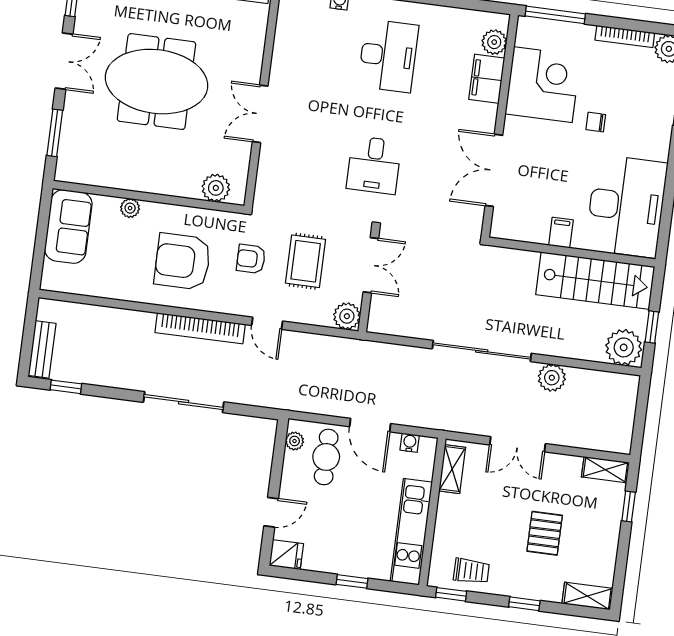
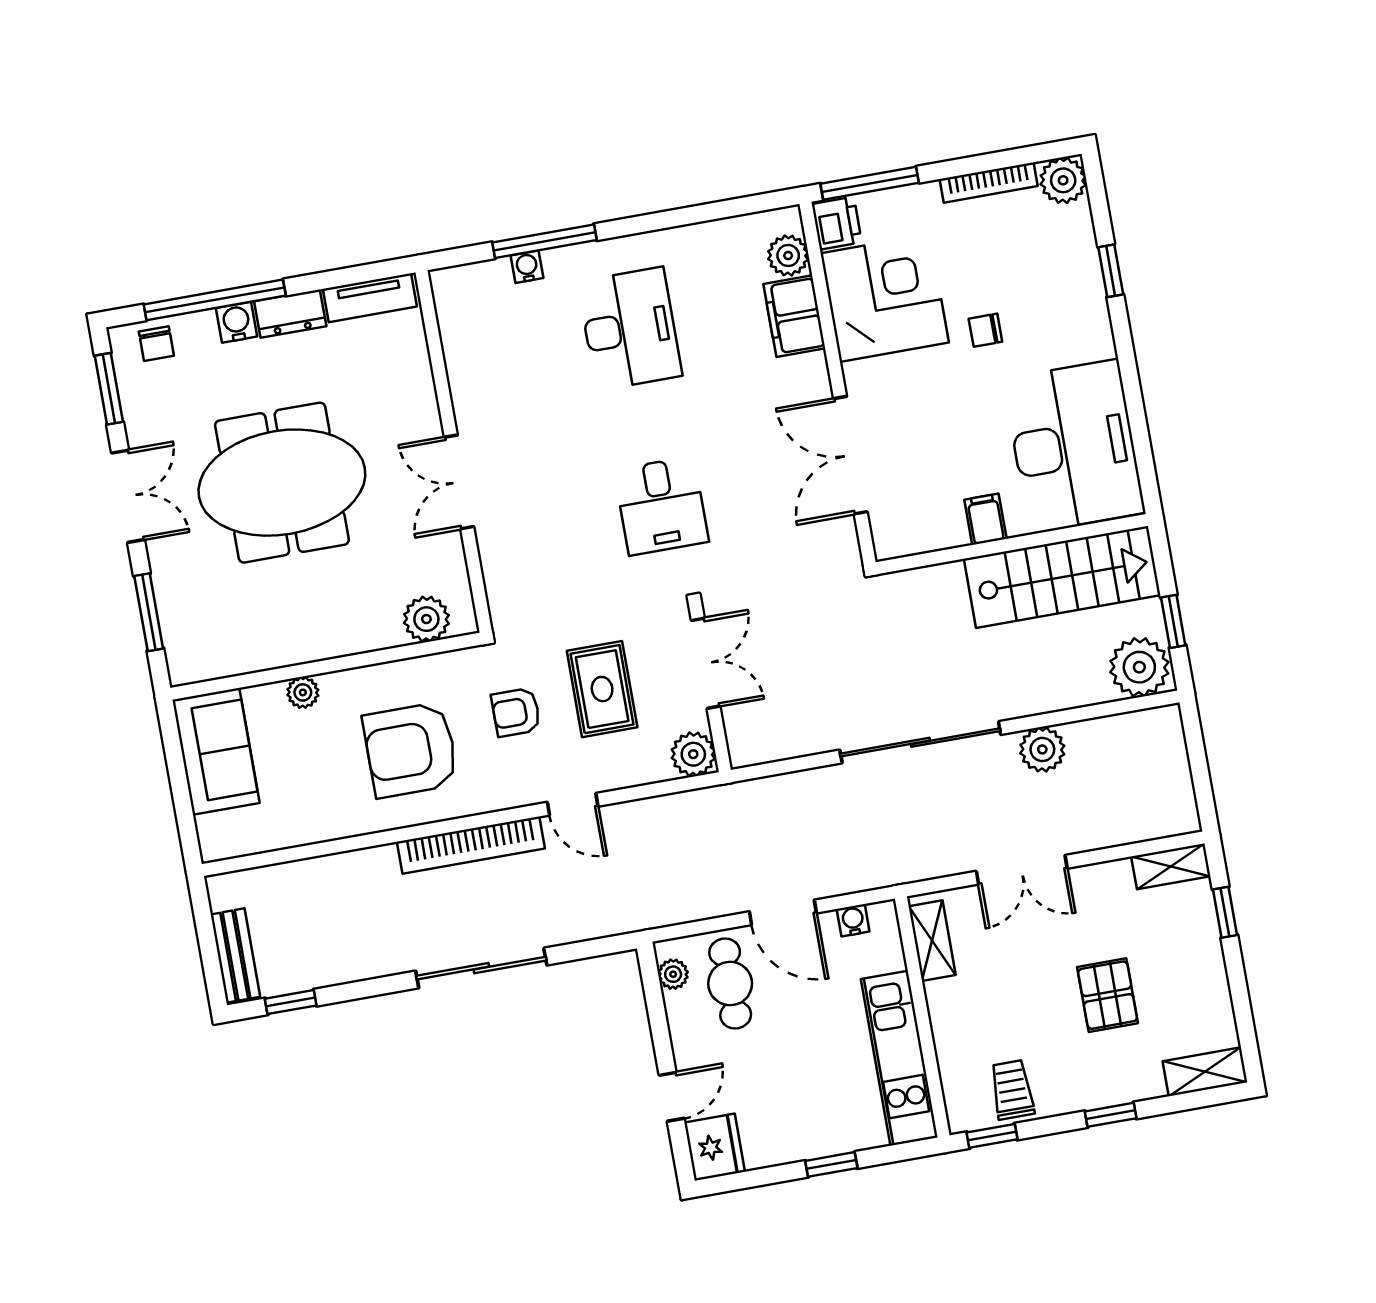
printer: (529, 32) -> (837, 223), added
fridge: (286, 555) -> (715, 1147), width x1.38
trolley: (471, 571) -> (1012, 1090), turned -90

